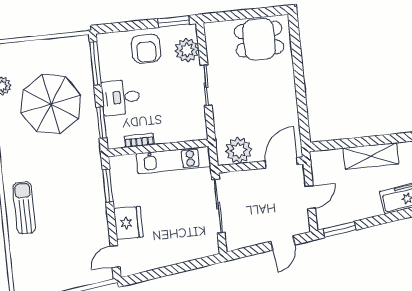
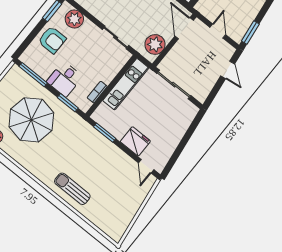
sliding door: (206, 85) -> (116, 37), moved

